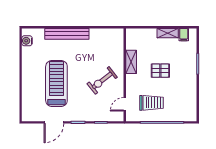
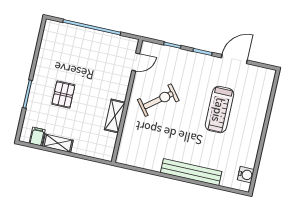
pallet: (160, 71) -> (63, 95), moved, turned 90
treadmill: (56, 84) -> (219, 110), width x0.73, depth x0.73
trolley: (151, 103) -> (100, 56), removed

